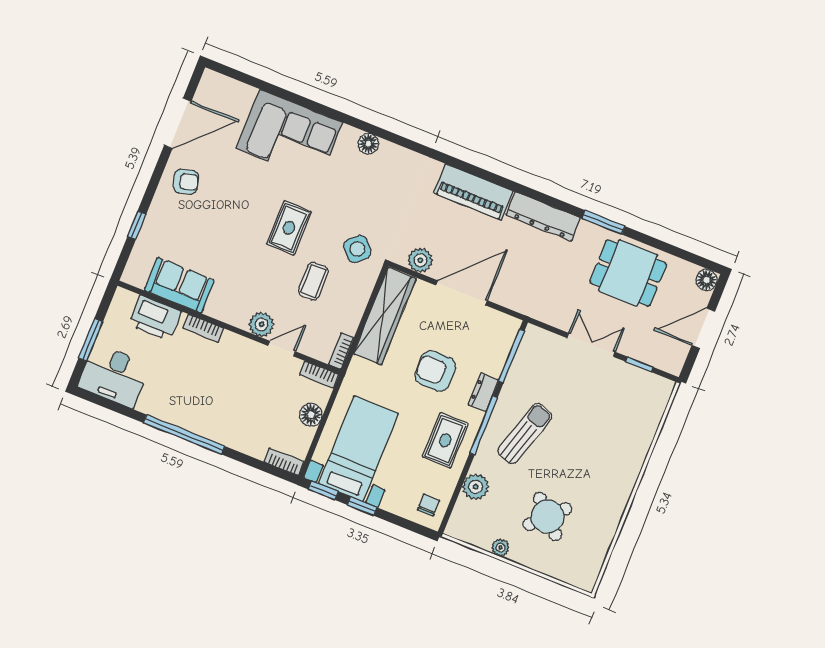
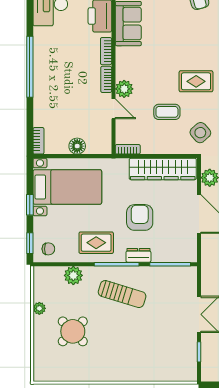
bookcase: (319, 375) -> (106, 79), moved
window: (323, 490) -> (30, 243), moved

